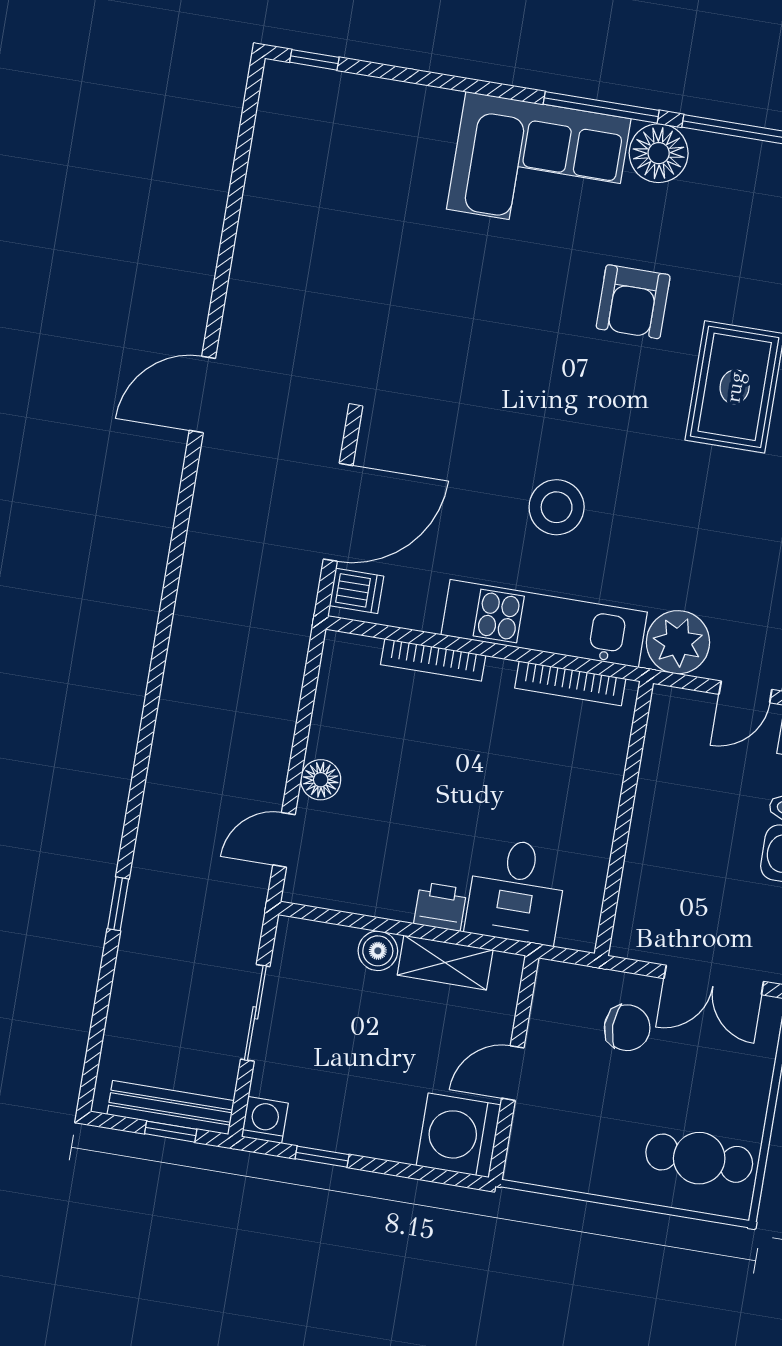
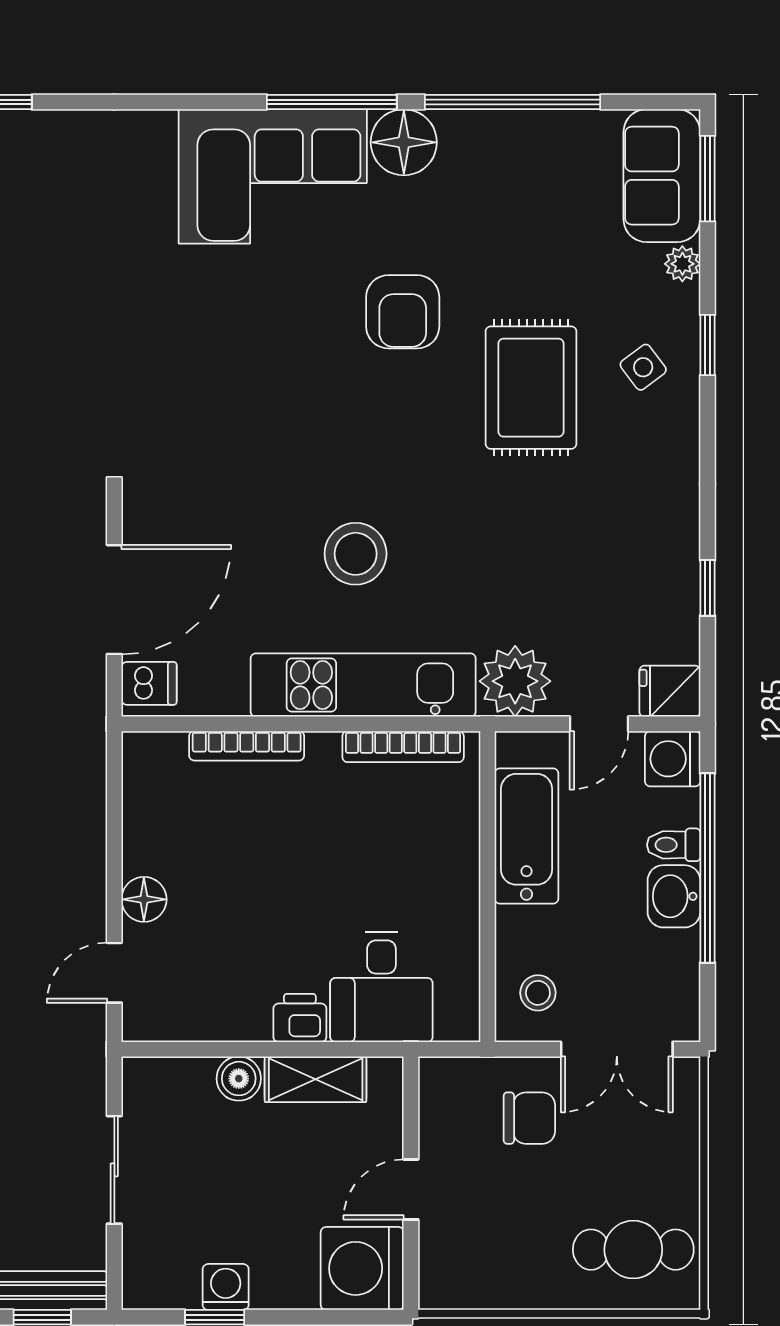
bathtub: (666, 780) -> (526, 836), added
stool: (653, 919) -> (538, 993), added
washing machine: (265, 1120) -> (226, 1287), moved

